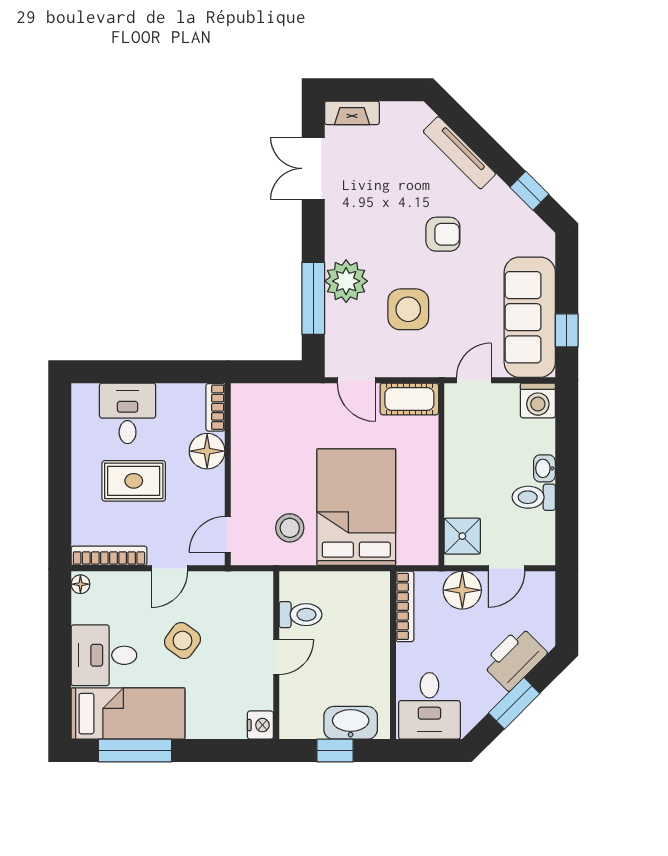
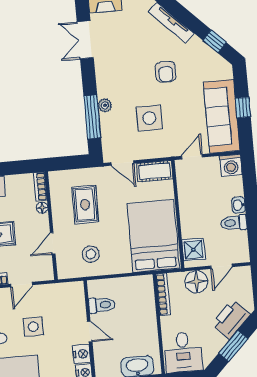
armchair: (443, 234) -> (166, 72), turned 90
plant: (346, 281) -> (105, 105), width x0.53, depth x0.53
window: (567, 330) -> (243, 107), moved
rug: (288, 444) -> (85, 205), added
floor lamp: (207, 451) -> (42, 208), width x0.53, depth x0.53
bed: (356, 507) -> (153, 236), moved
door: (228, 534) -> (53, 243), moved
side table: (183, 641) -> (33, 327), turned -36
door: (276, 657) -> (90, 331), hinge flipped
nightstand: (259, 693) -> (82, 354), added

